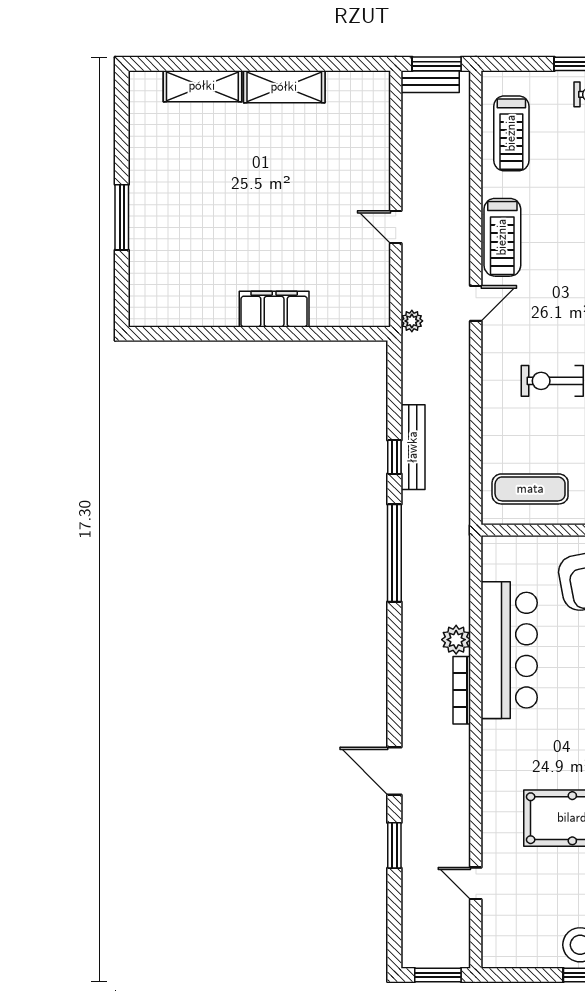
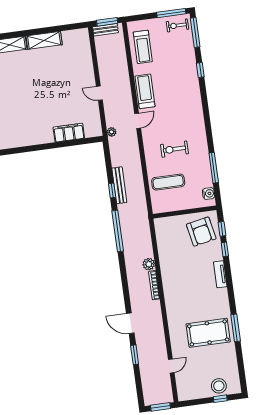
treadmill: (502, 237) -> (145, 91), turned 180
filing cabinet: (274, 309) -> (69, 133), moved
exercise mat: (530, 489) -> (168, 182), moved
bar counter: (509, 650) -> (172, 265), removed
door: (476, 883) -> (171, 366), swing flipped

